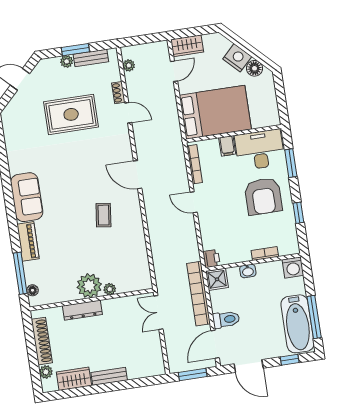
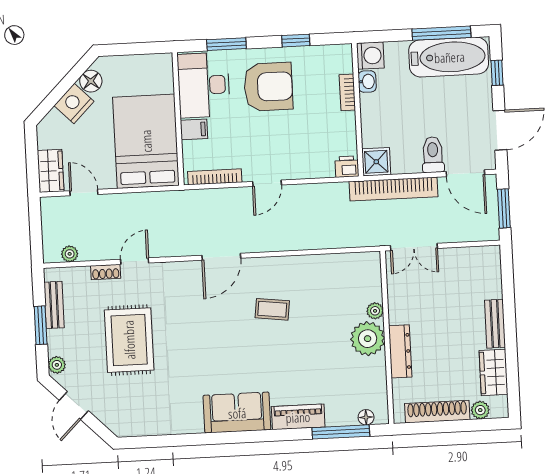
plant: (67, 61) -> (57, 365), moved
washbasin: (248, 271) -> (367, 81), moved

